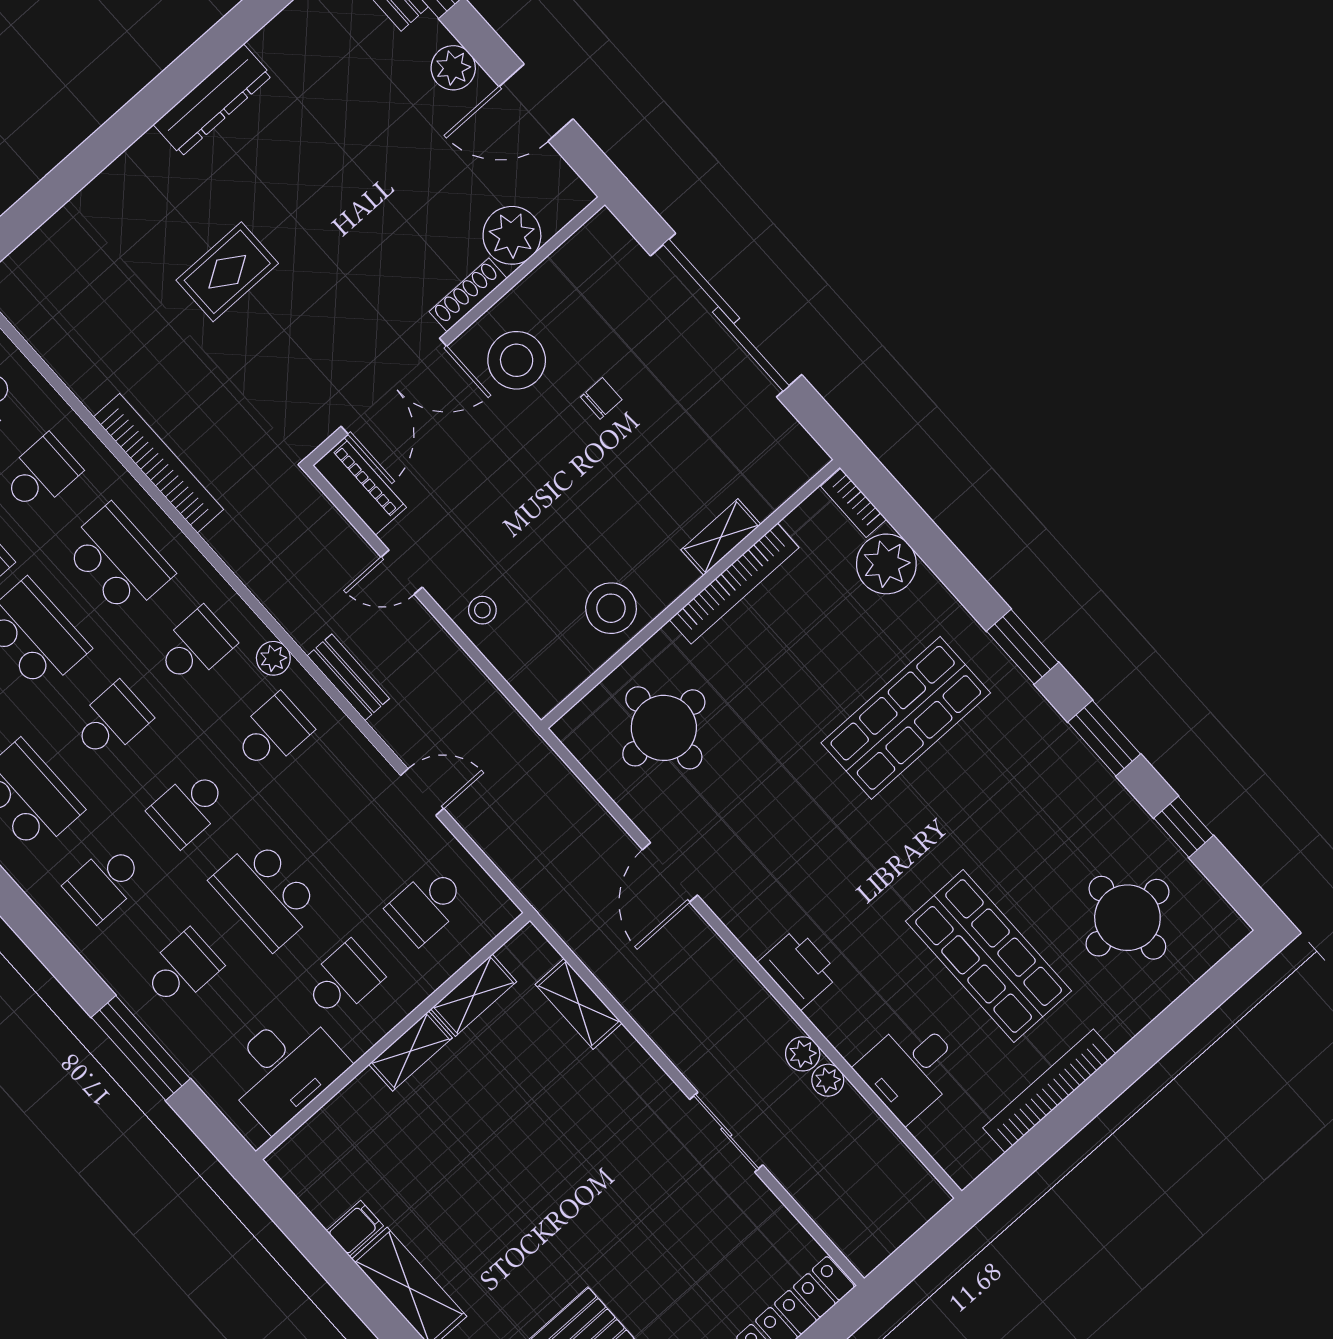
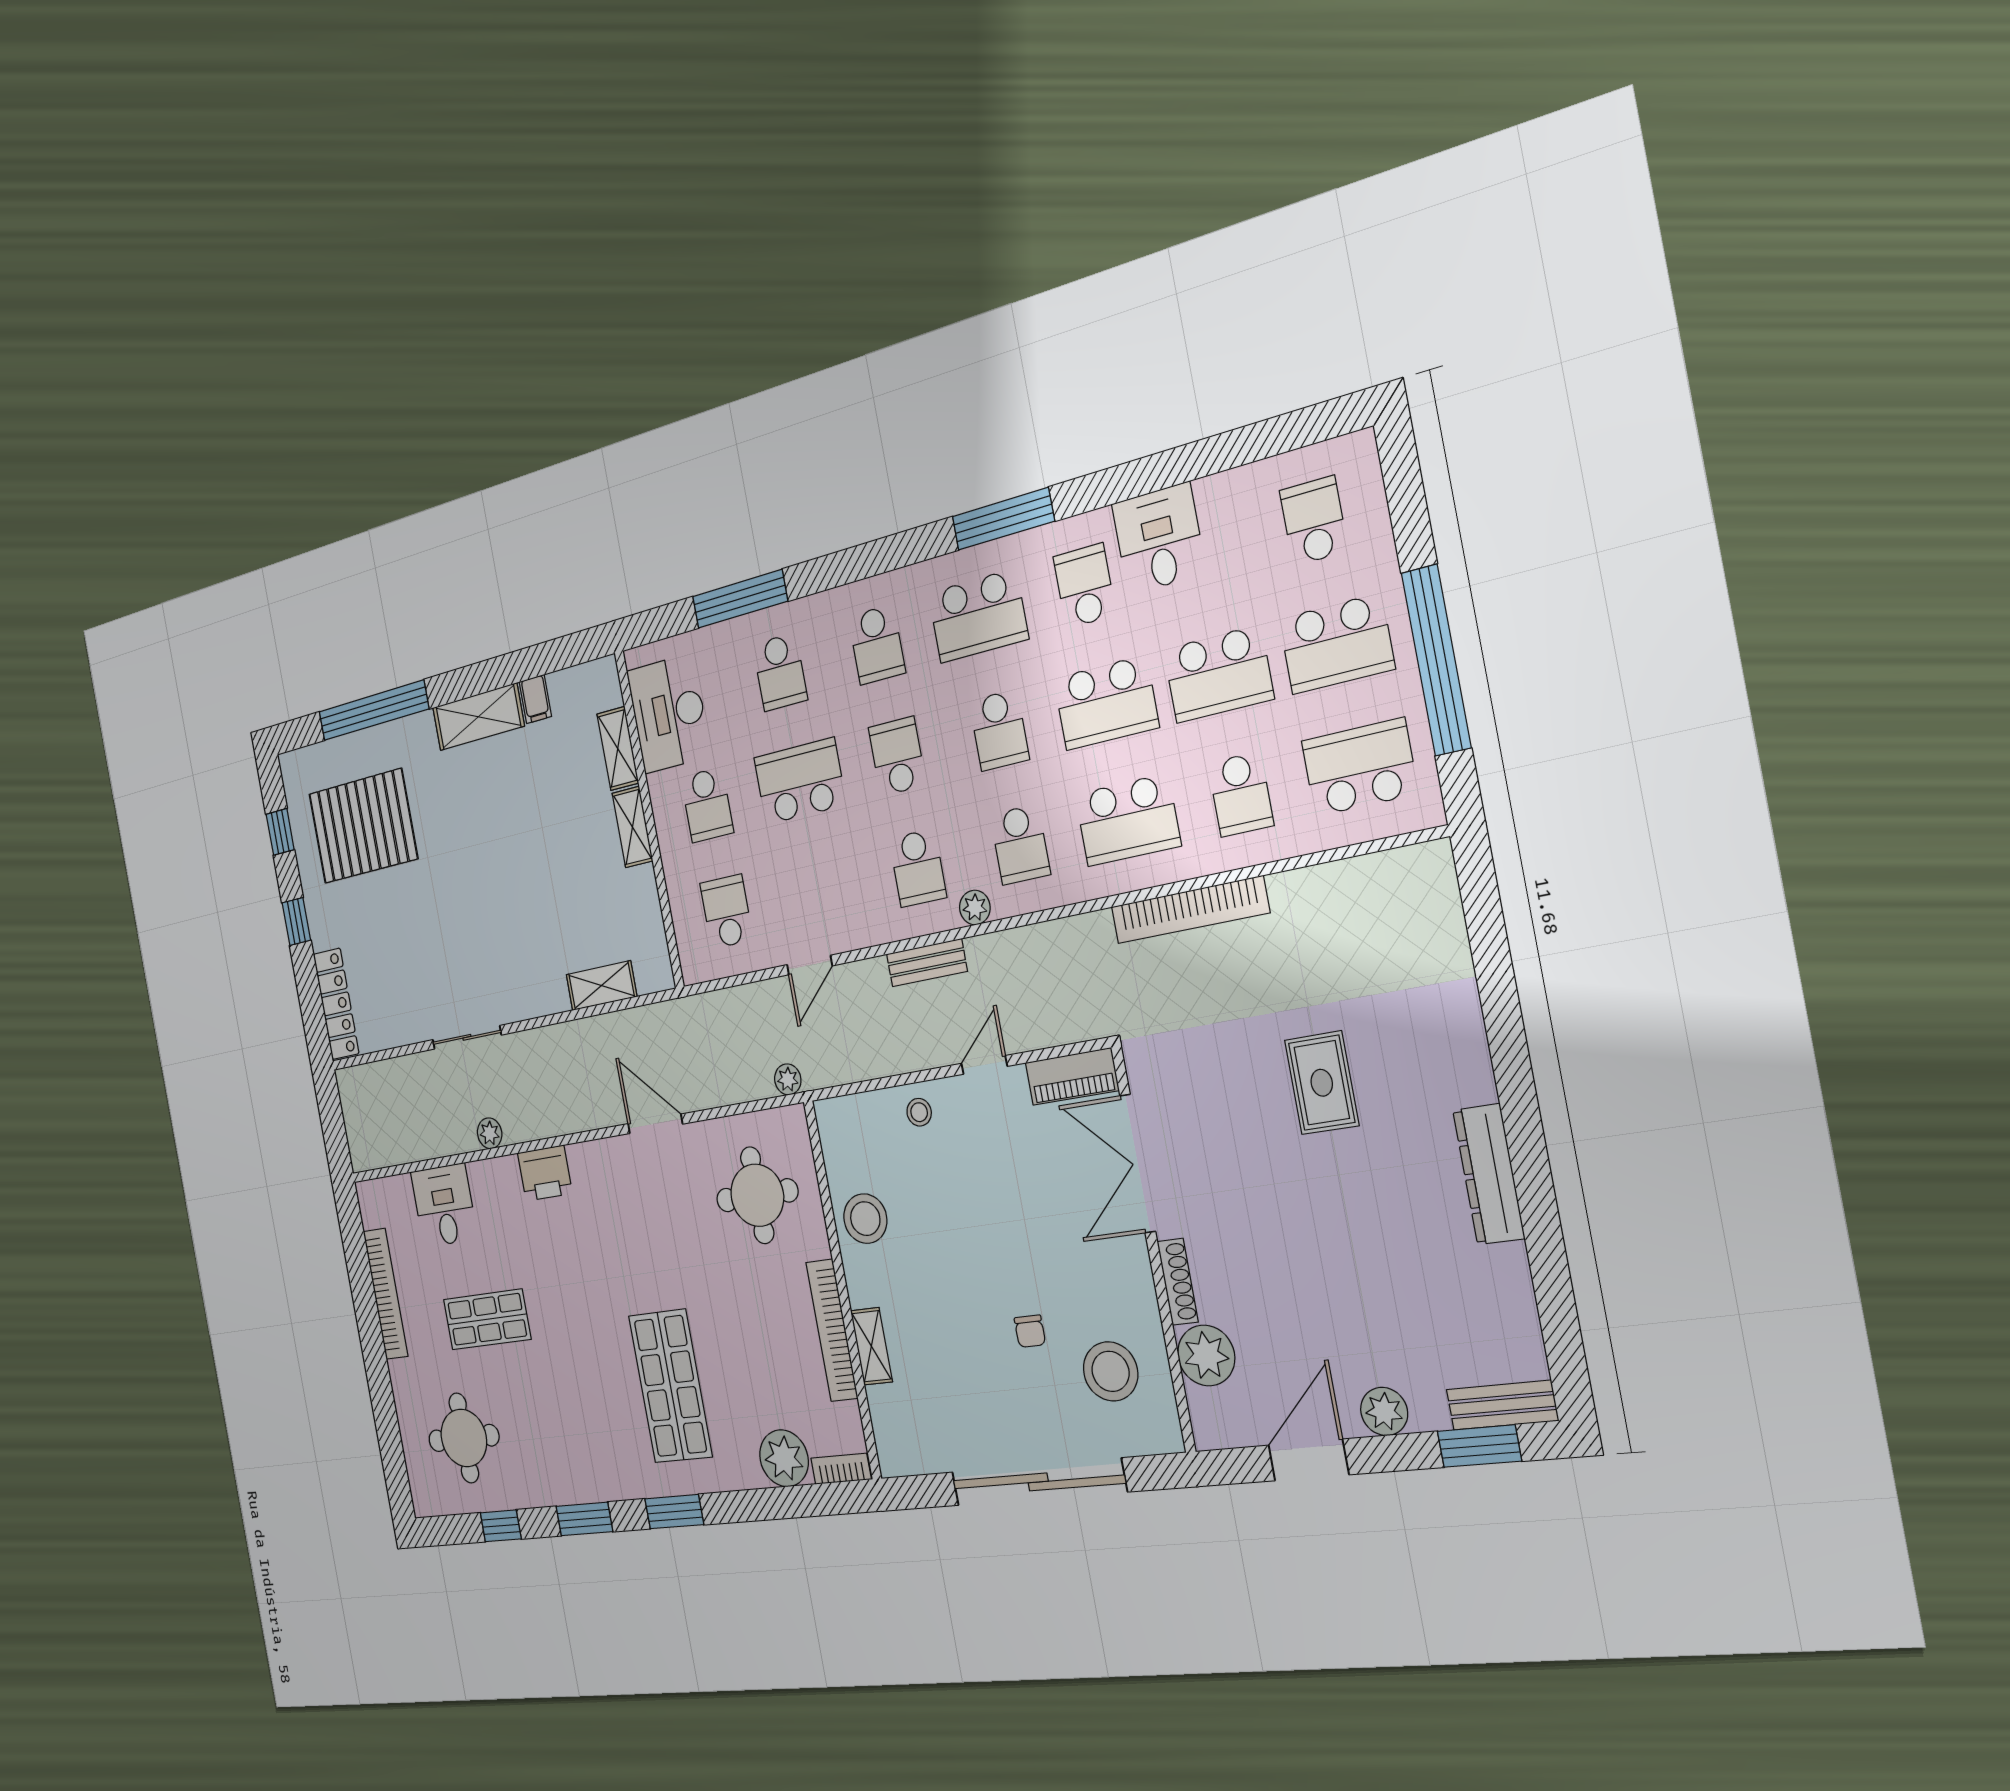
stool: (517, 360) -> (1111, 1371), moved
school desk: (105, 883) -> (877, 645), turned 180
shop shelf: (989, 956) -> (487, 1319), width x0.70, depth x0.74
shelving: (474, 995) -> (618, 749), moved
plant: (828, 1080) -> (788, 1079), moved

